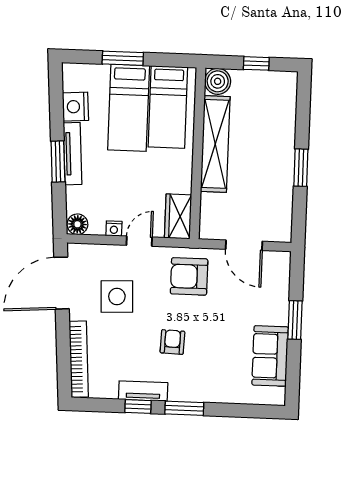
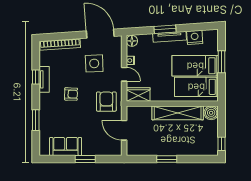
window: (256, 63) -> (222, 144), moved
door: (244, 245) -> (124, 130), hinge flipped
window: (184, 408) -> (36, 120), moved

